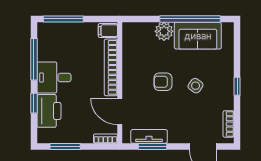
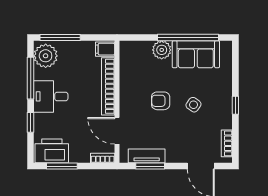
plant: (49, 37) -> (46, 56), added
printer: (49, 111) -> (52, 151), moved, turned -90

